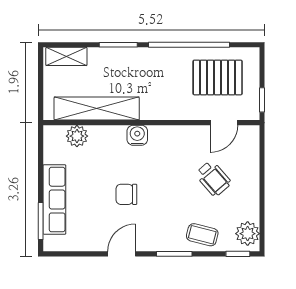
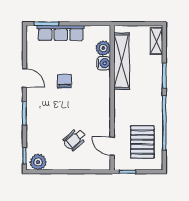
water cooler: (137, 135) -> (104, 63), moved
coffee table: (202, 235) -> (37, 132), removed

